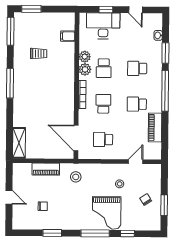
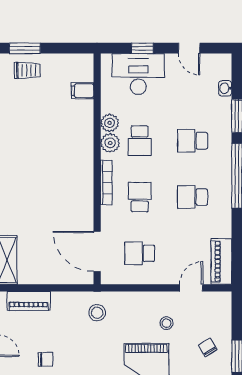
trolley: (39, 53) -> (27, 70), moved
piano: (155, 127) -> (221, 261), moved
piano: (46, 169) -> (29, 301), moved

